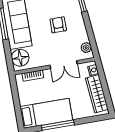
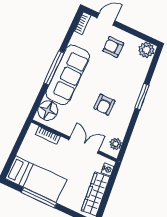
armchair: (58, 25) -> (104, 105), turned 180
double door: (64, 65) -> (84, 145), swing flipped

